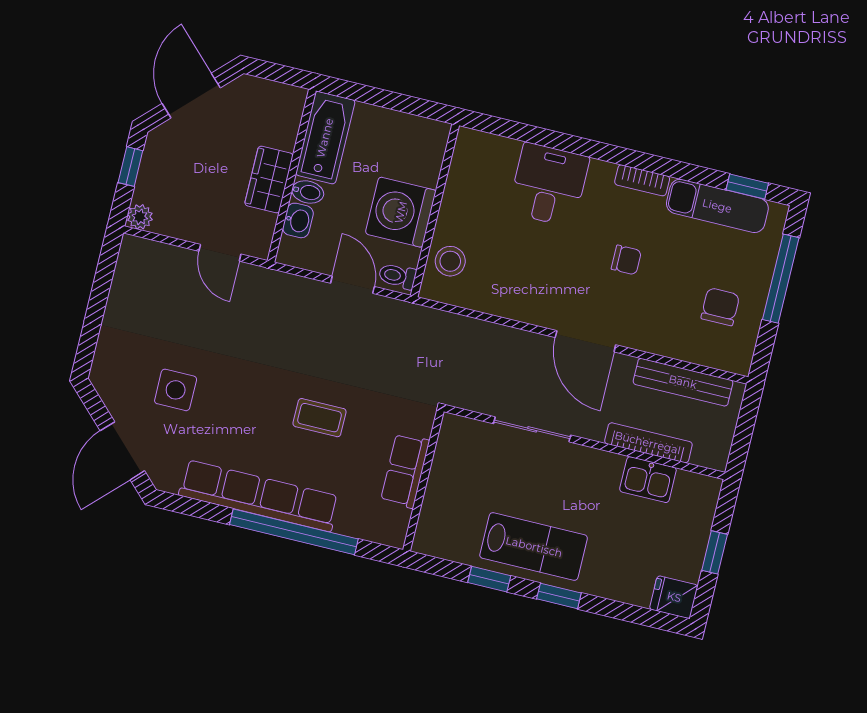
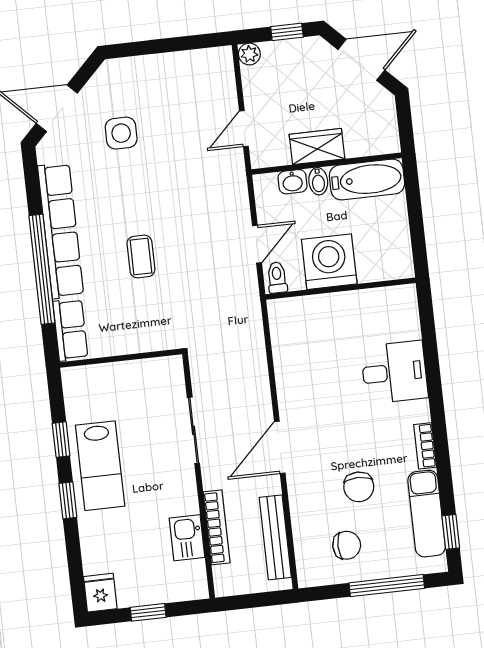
chair: (626, 260) -> (359, 487), moved, width x1.37, depth x1.37
stool: (450, 261) -> (304, 316), removed
row of seats: (405, 471) -> (70, 330), moved, turned 90

